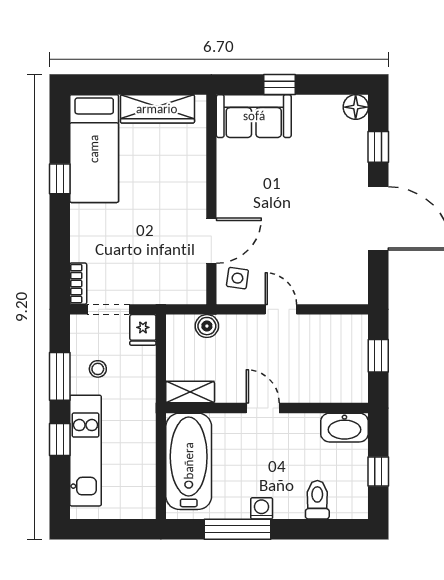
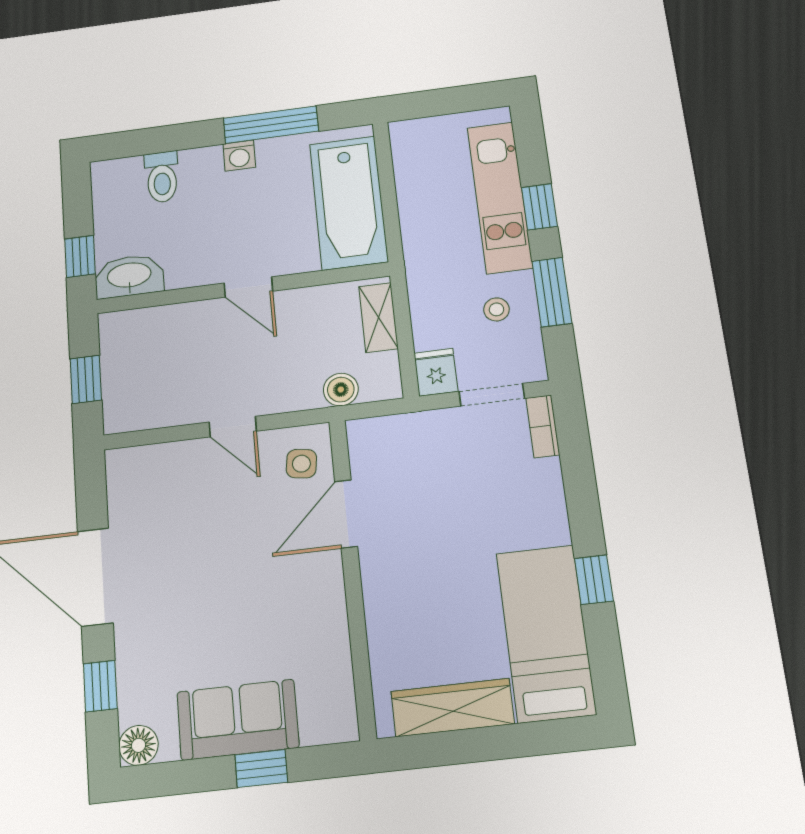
sofa: (254, 116) -> (238, 720), moved
shelving: (190, 392) -> (378, 318), moved, turned 90
window: (378, 472) -> (80, 256), moved

